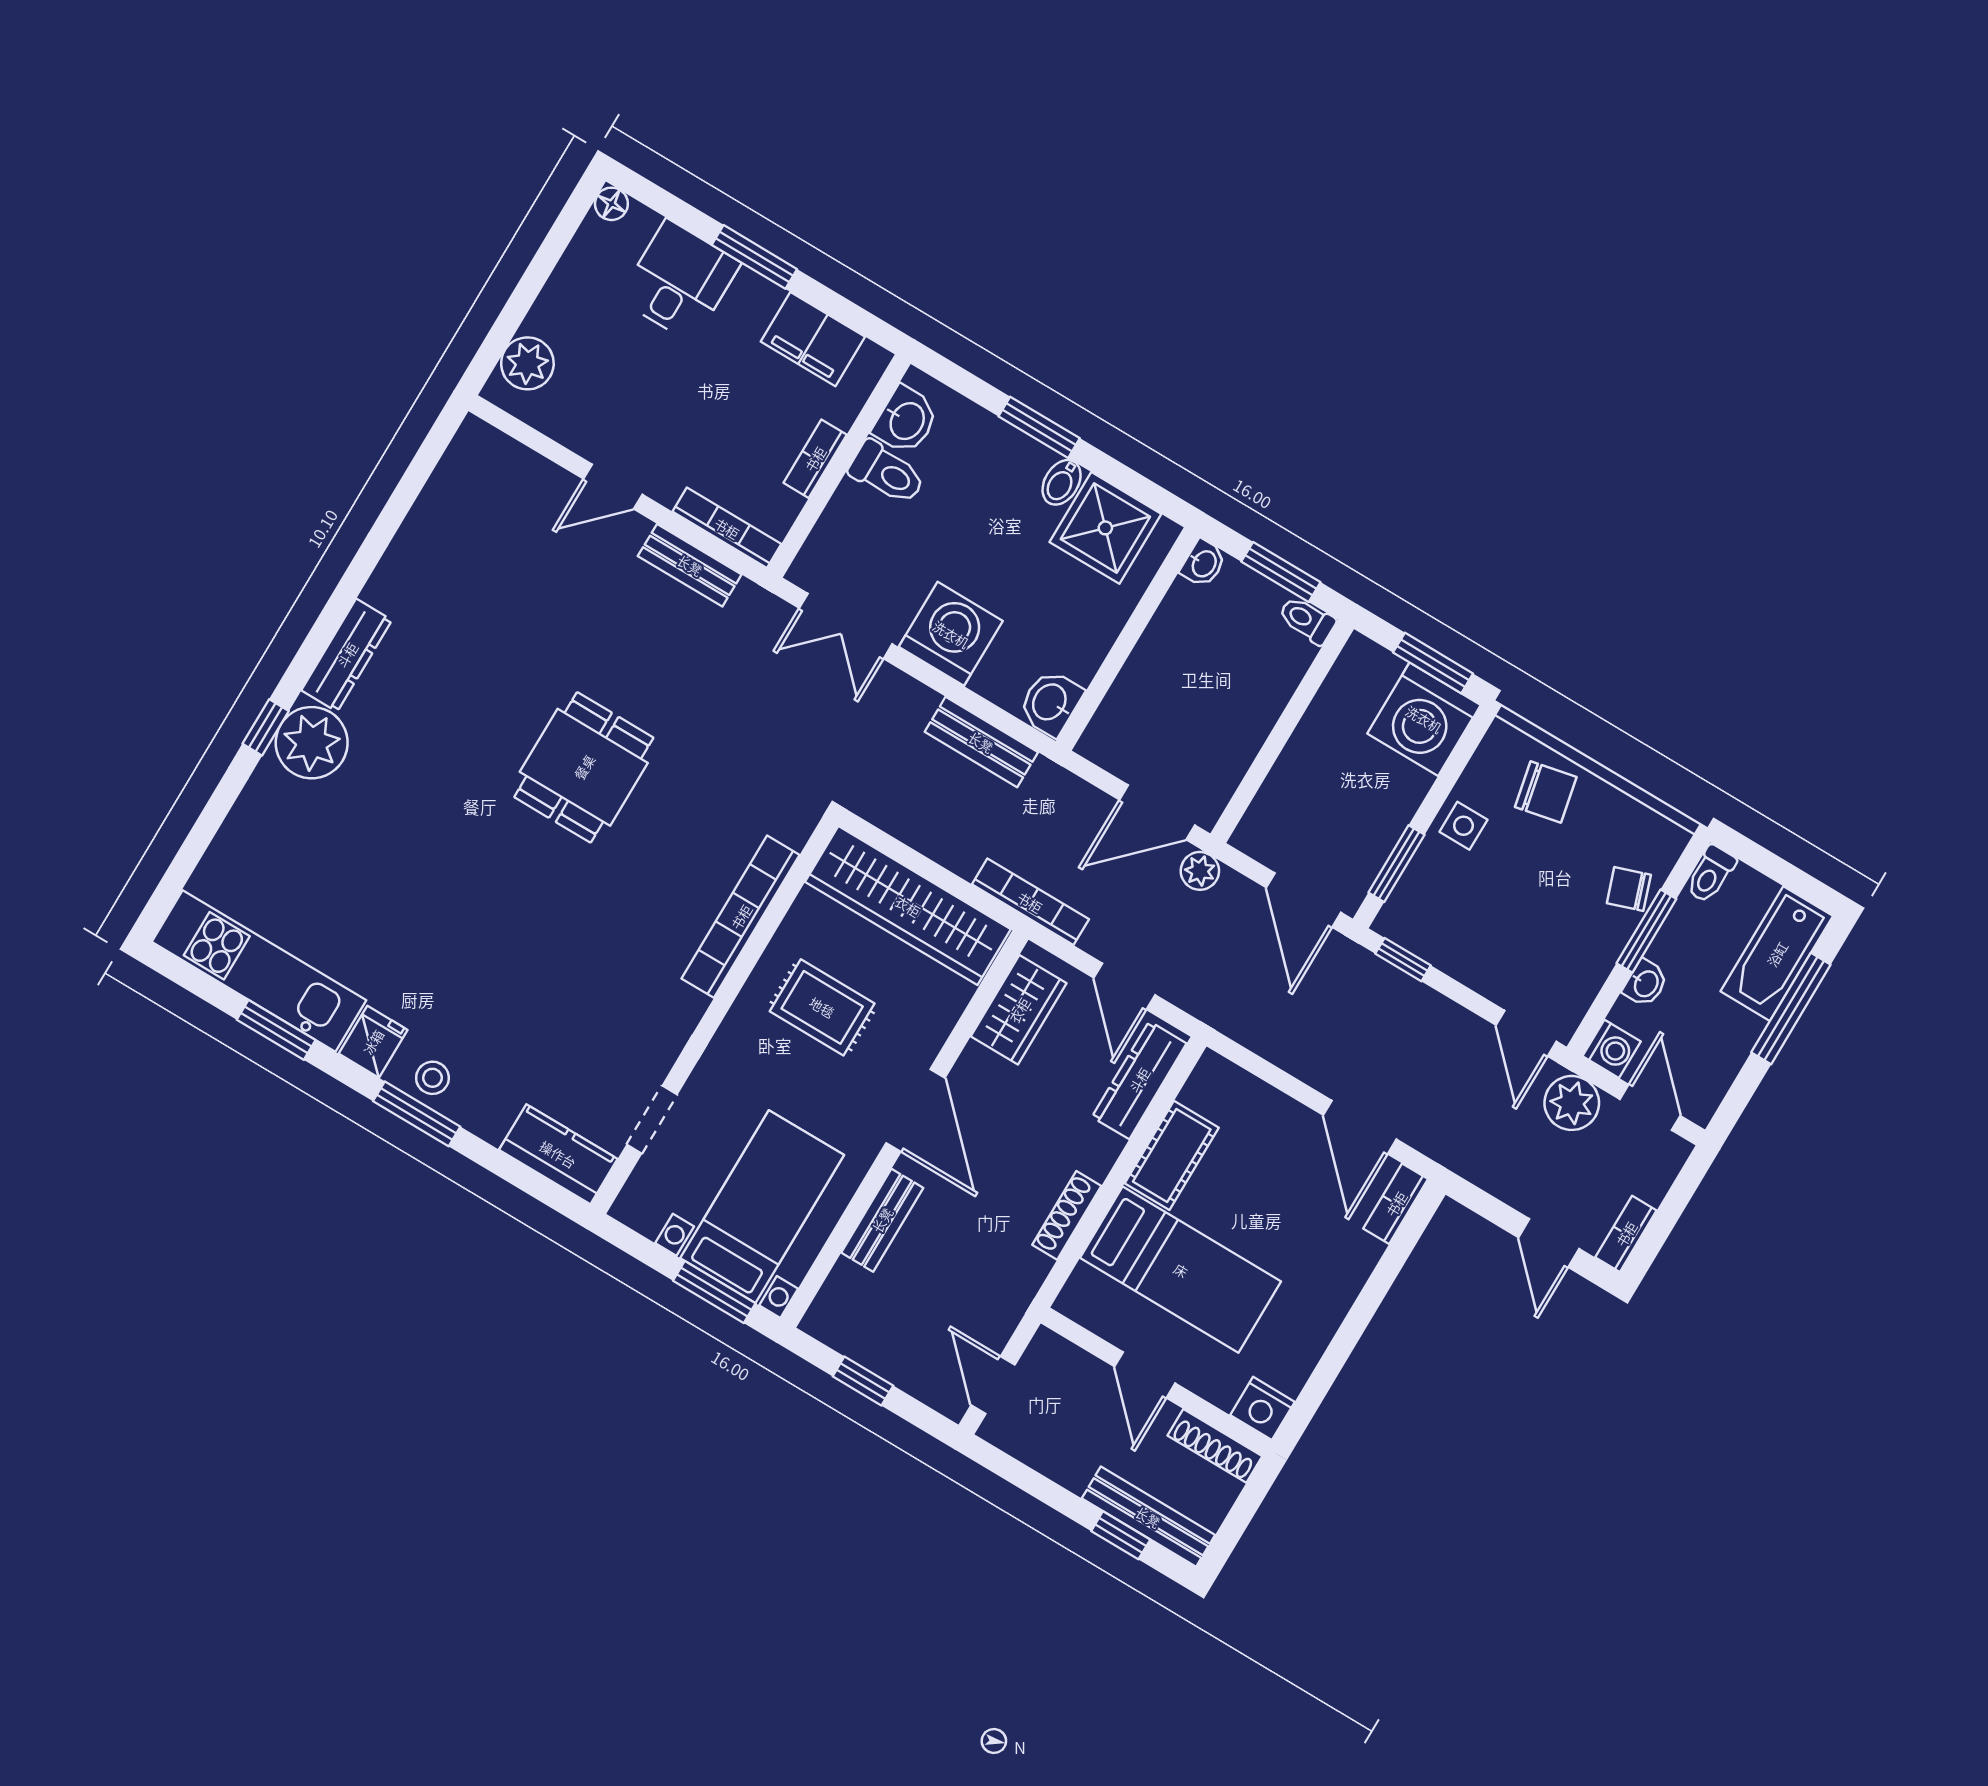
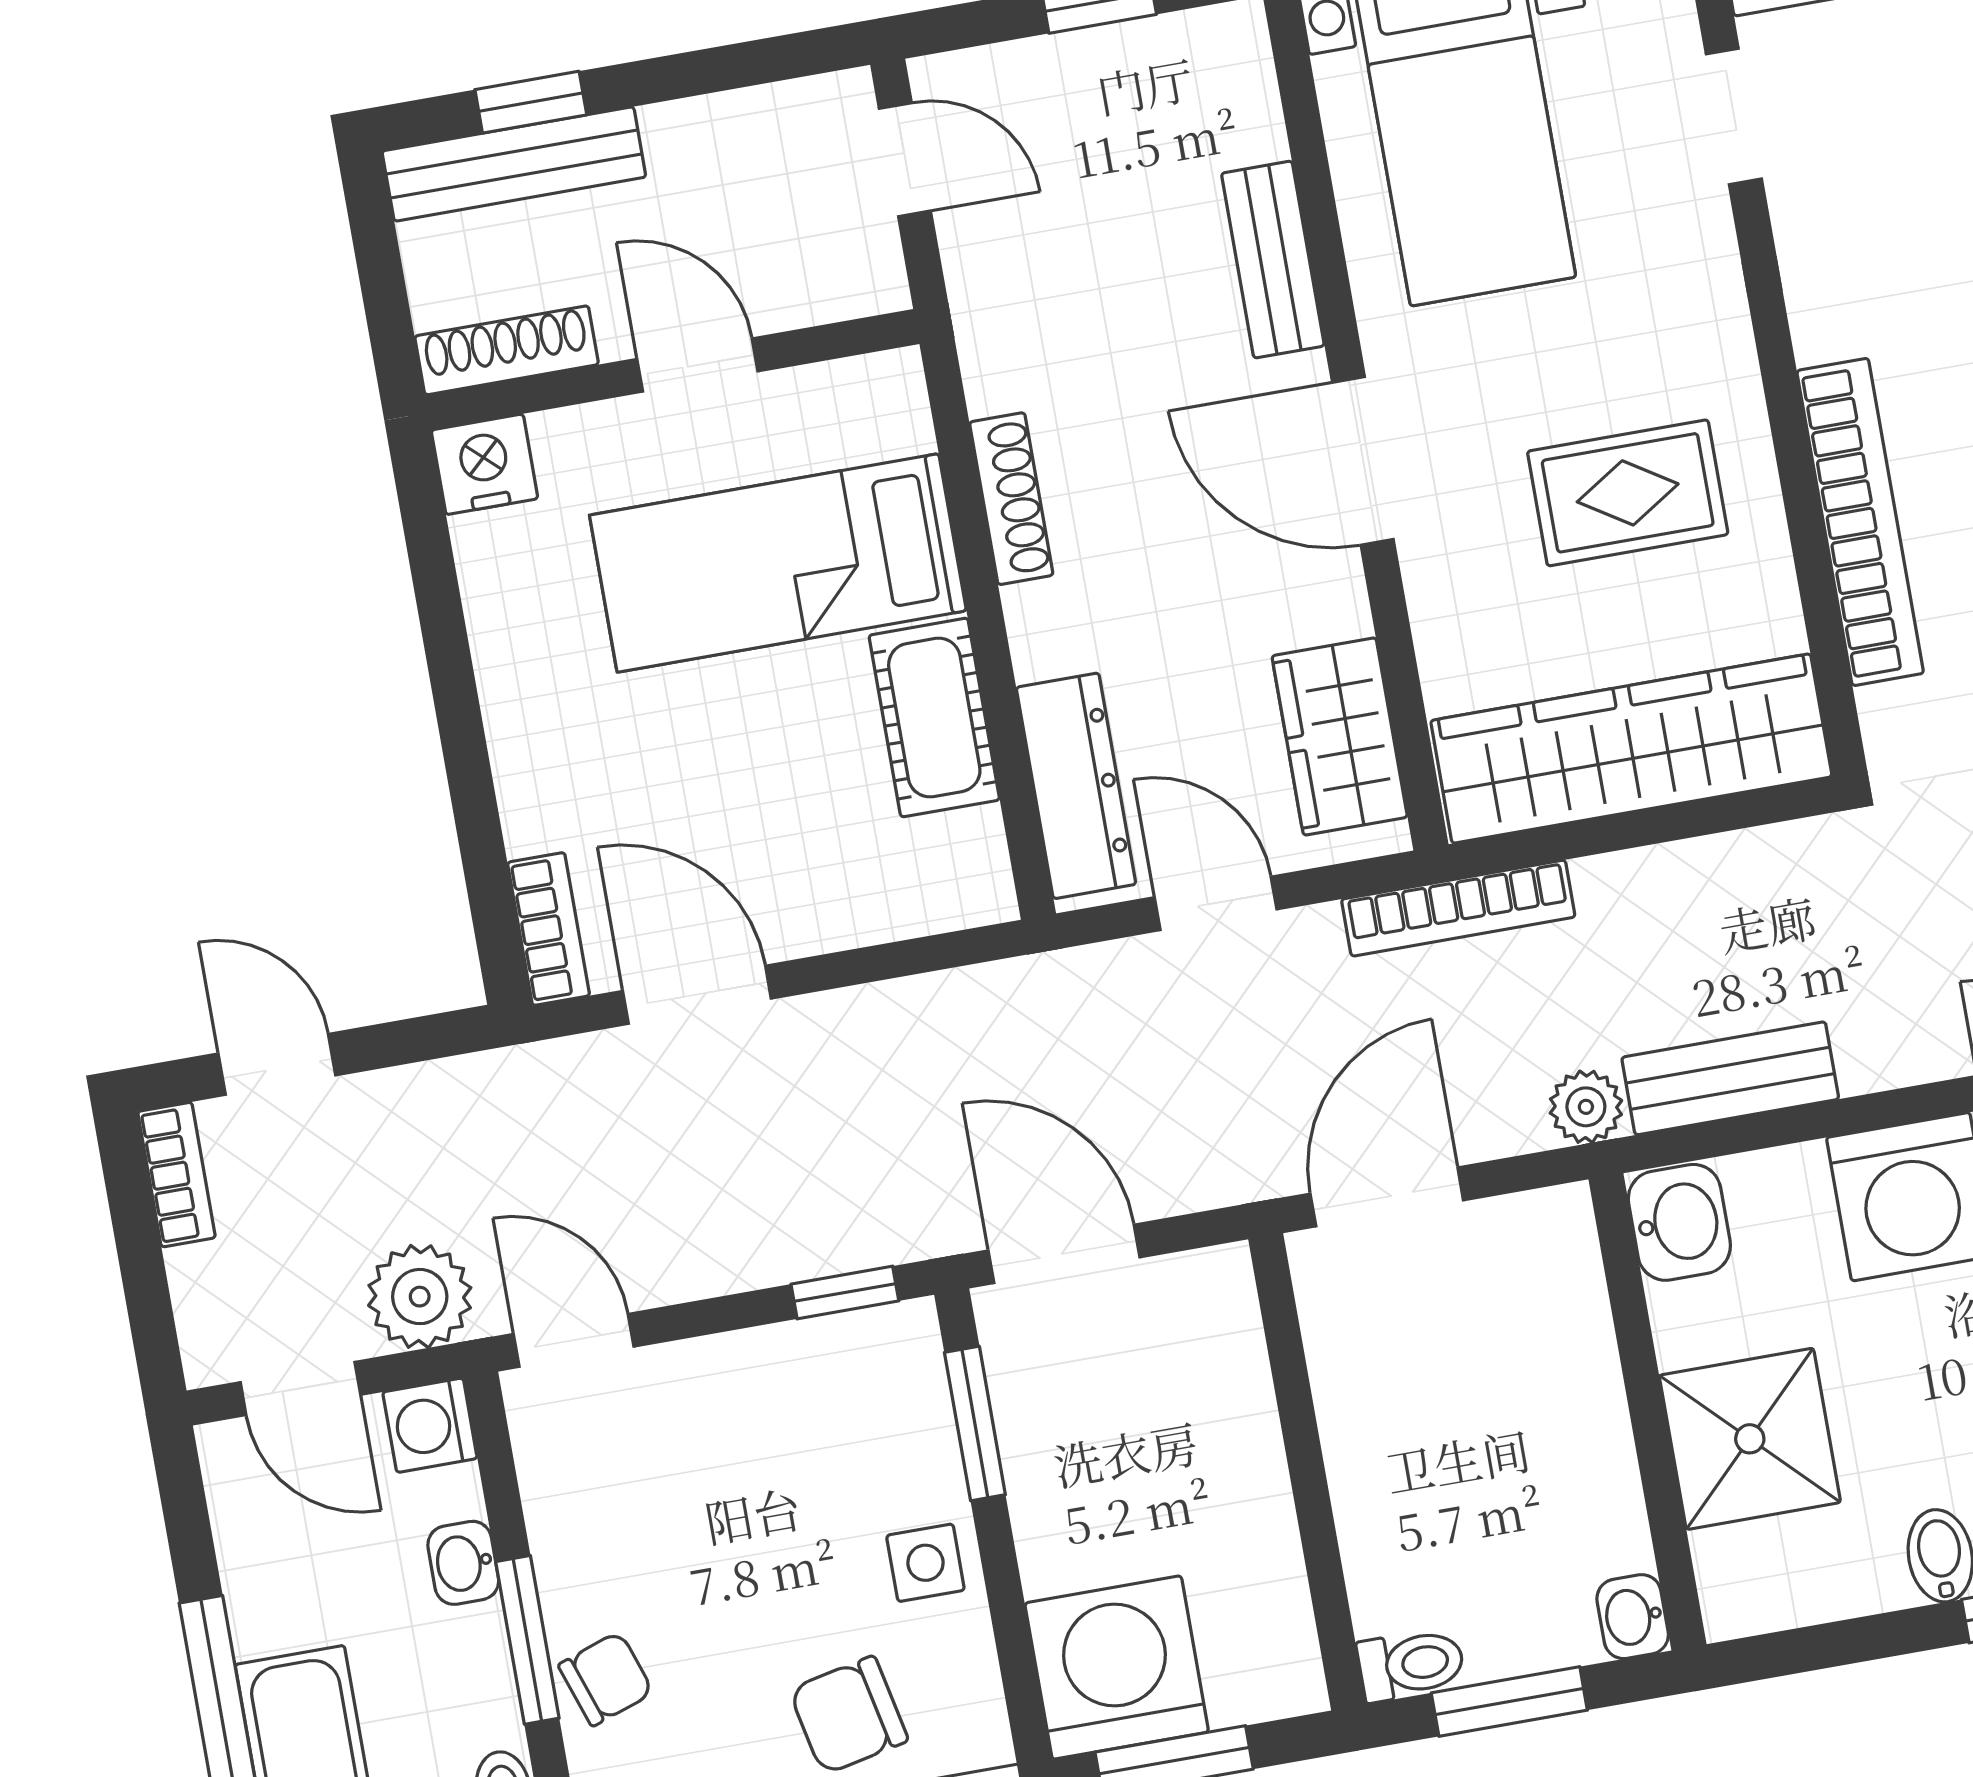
shower: (1105, 528) -> (1750, 1439), moved
plant: (1200, 871) -> (1586, 1107), moved

